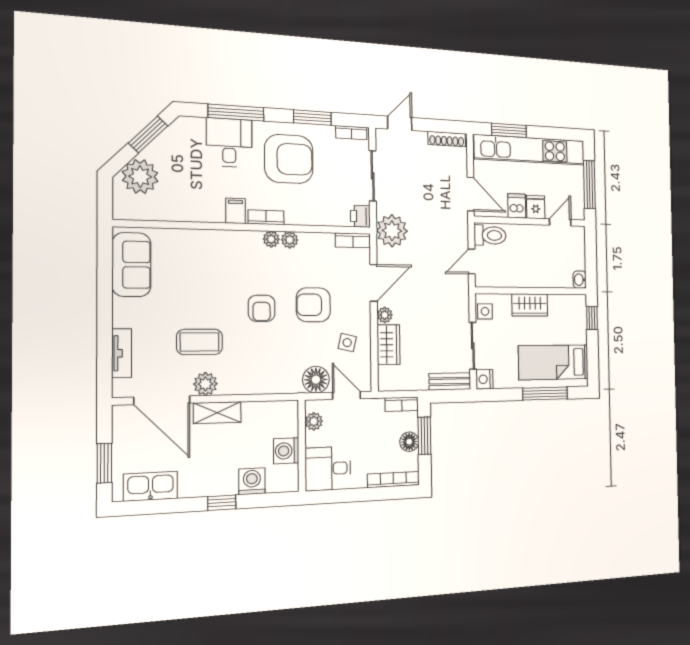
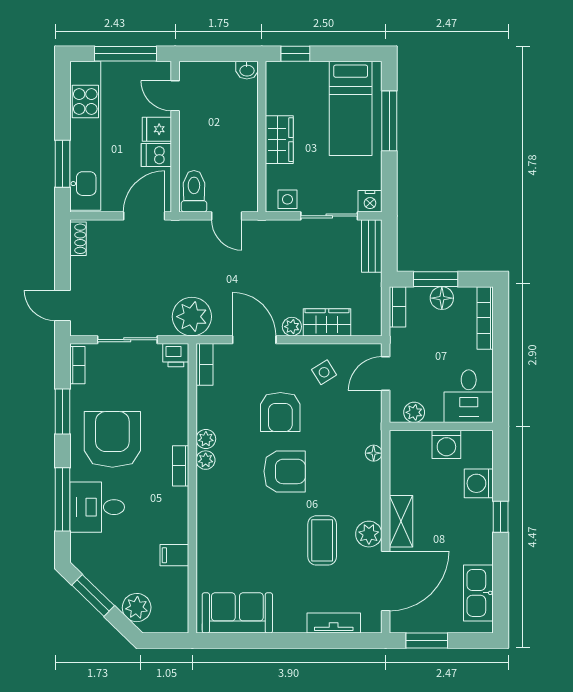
shoe rack: (447, 139) -> (78, 239), width x0.70
plant: (140, 177) -> (137, 608), width x0.73, depth x0.73
filing cabinet: (236, 211) -> (174, 555), moved
armchair: (262, 308) -> (285, 471), width x1.38, depth x1.38
side table: (347, 343) -> (324, 372), turned 45
floor lamp: (316, 380) -> (374, 453), moved, width x0.53, depth x0.53
window: (104, 463) -> (427, 641), moved

